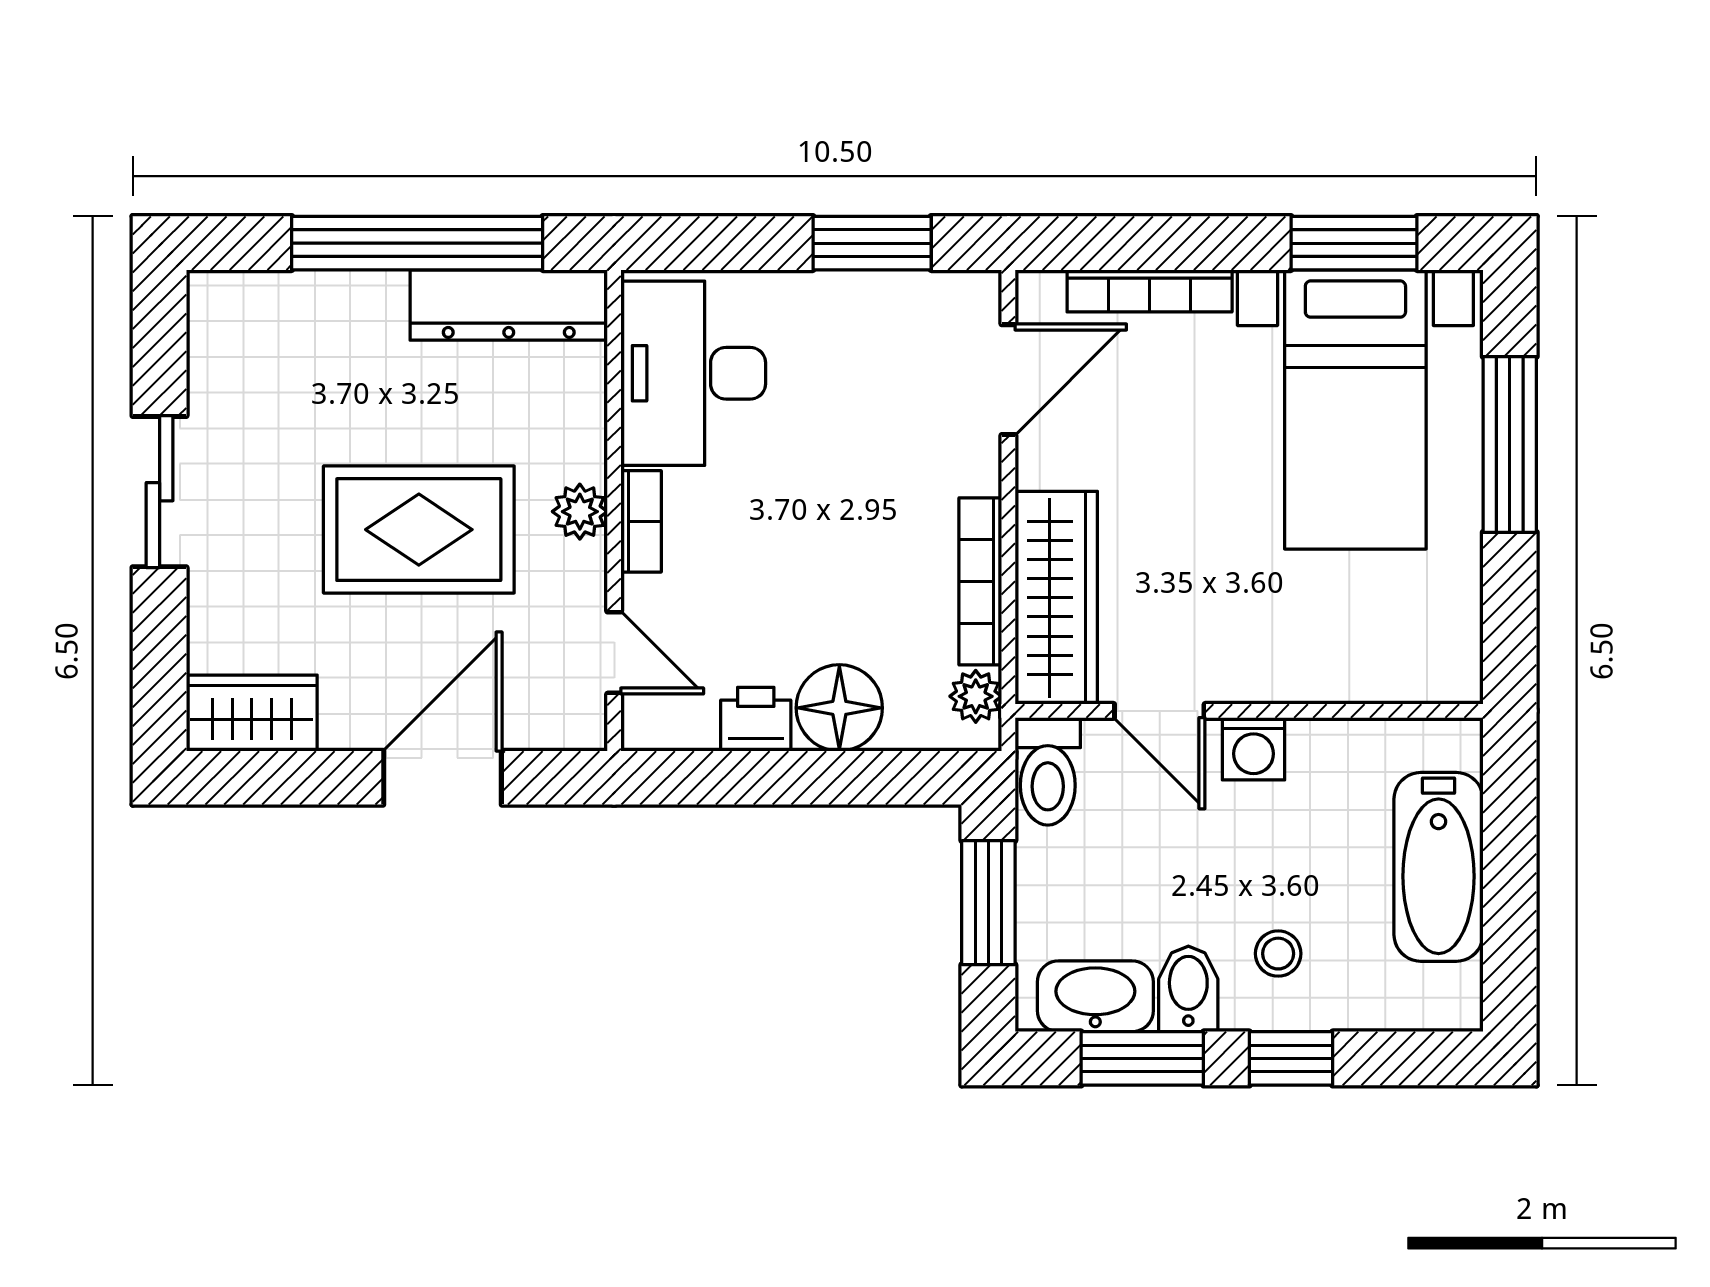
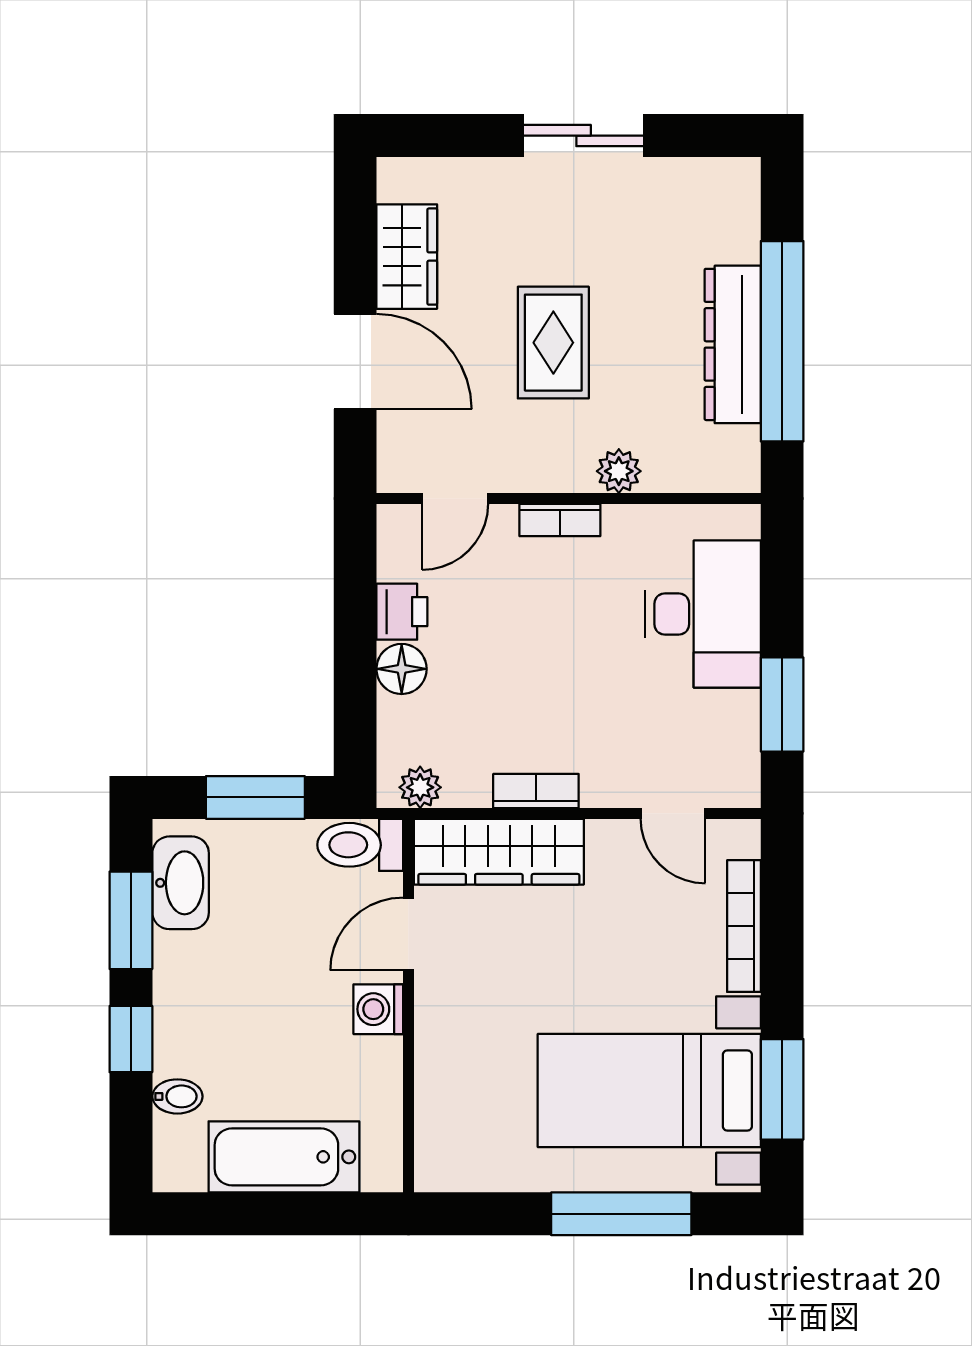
dresser: (509, 305) -> (733, 344), moved
desk: (693, 373) -> (703, 614), moved, turned 90
door: (1008, 380) -> (673, 813), width x0.73
plant: (580, 512) -> (619, 471), moved
rug: (419, 530) -> (553, 343), width x0.73, depth x0.70
bookcase: (980, 581) -> (536, 791), width x0.64
floor lamp: (839, 708) -> (402, 669), width x0.73, depth x0.73
wardrobe: (252, 713) -> (407, 257), moved
stool: (1278, 954) -> (215, 1029), removed
bidet: (1188, 989) -> (177, 1096), moved, width x0.72, depth x0.74

